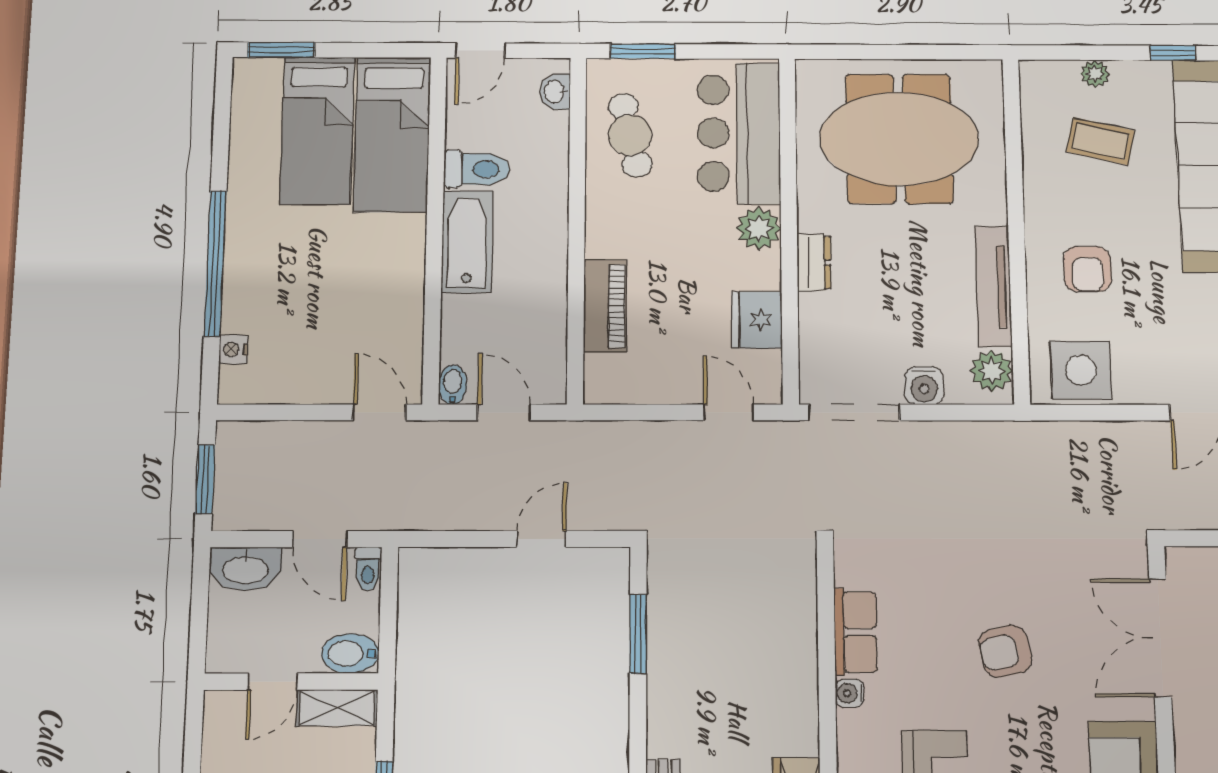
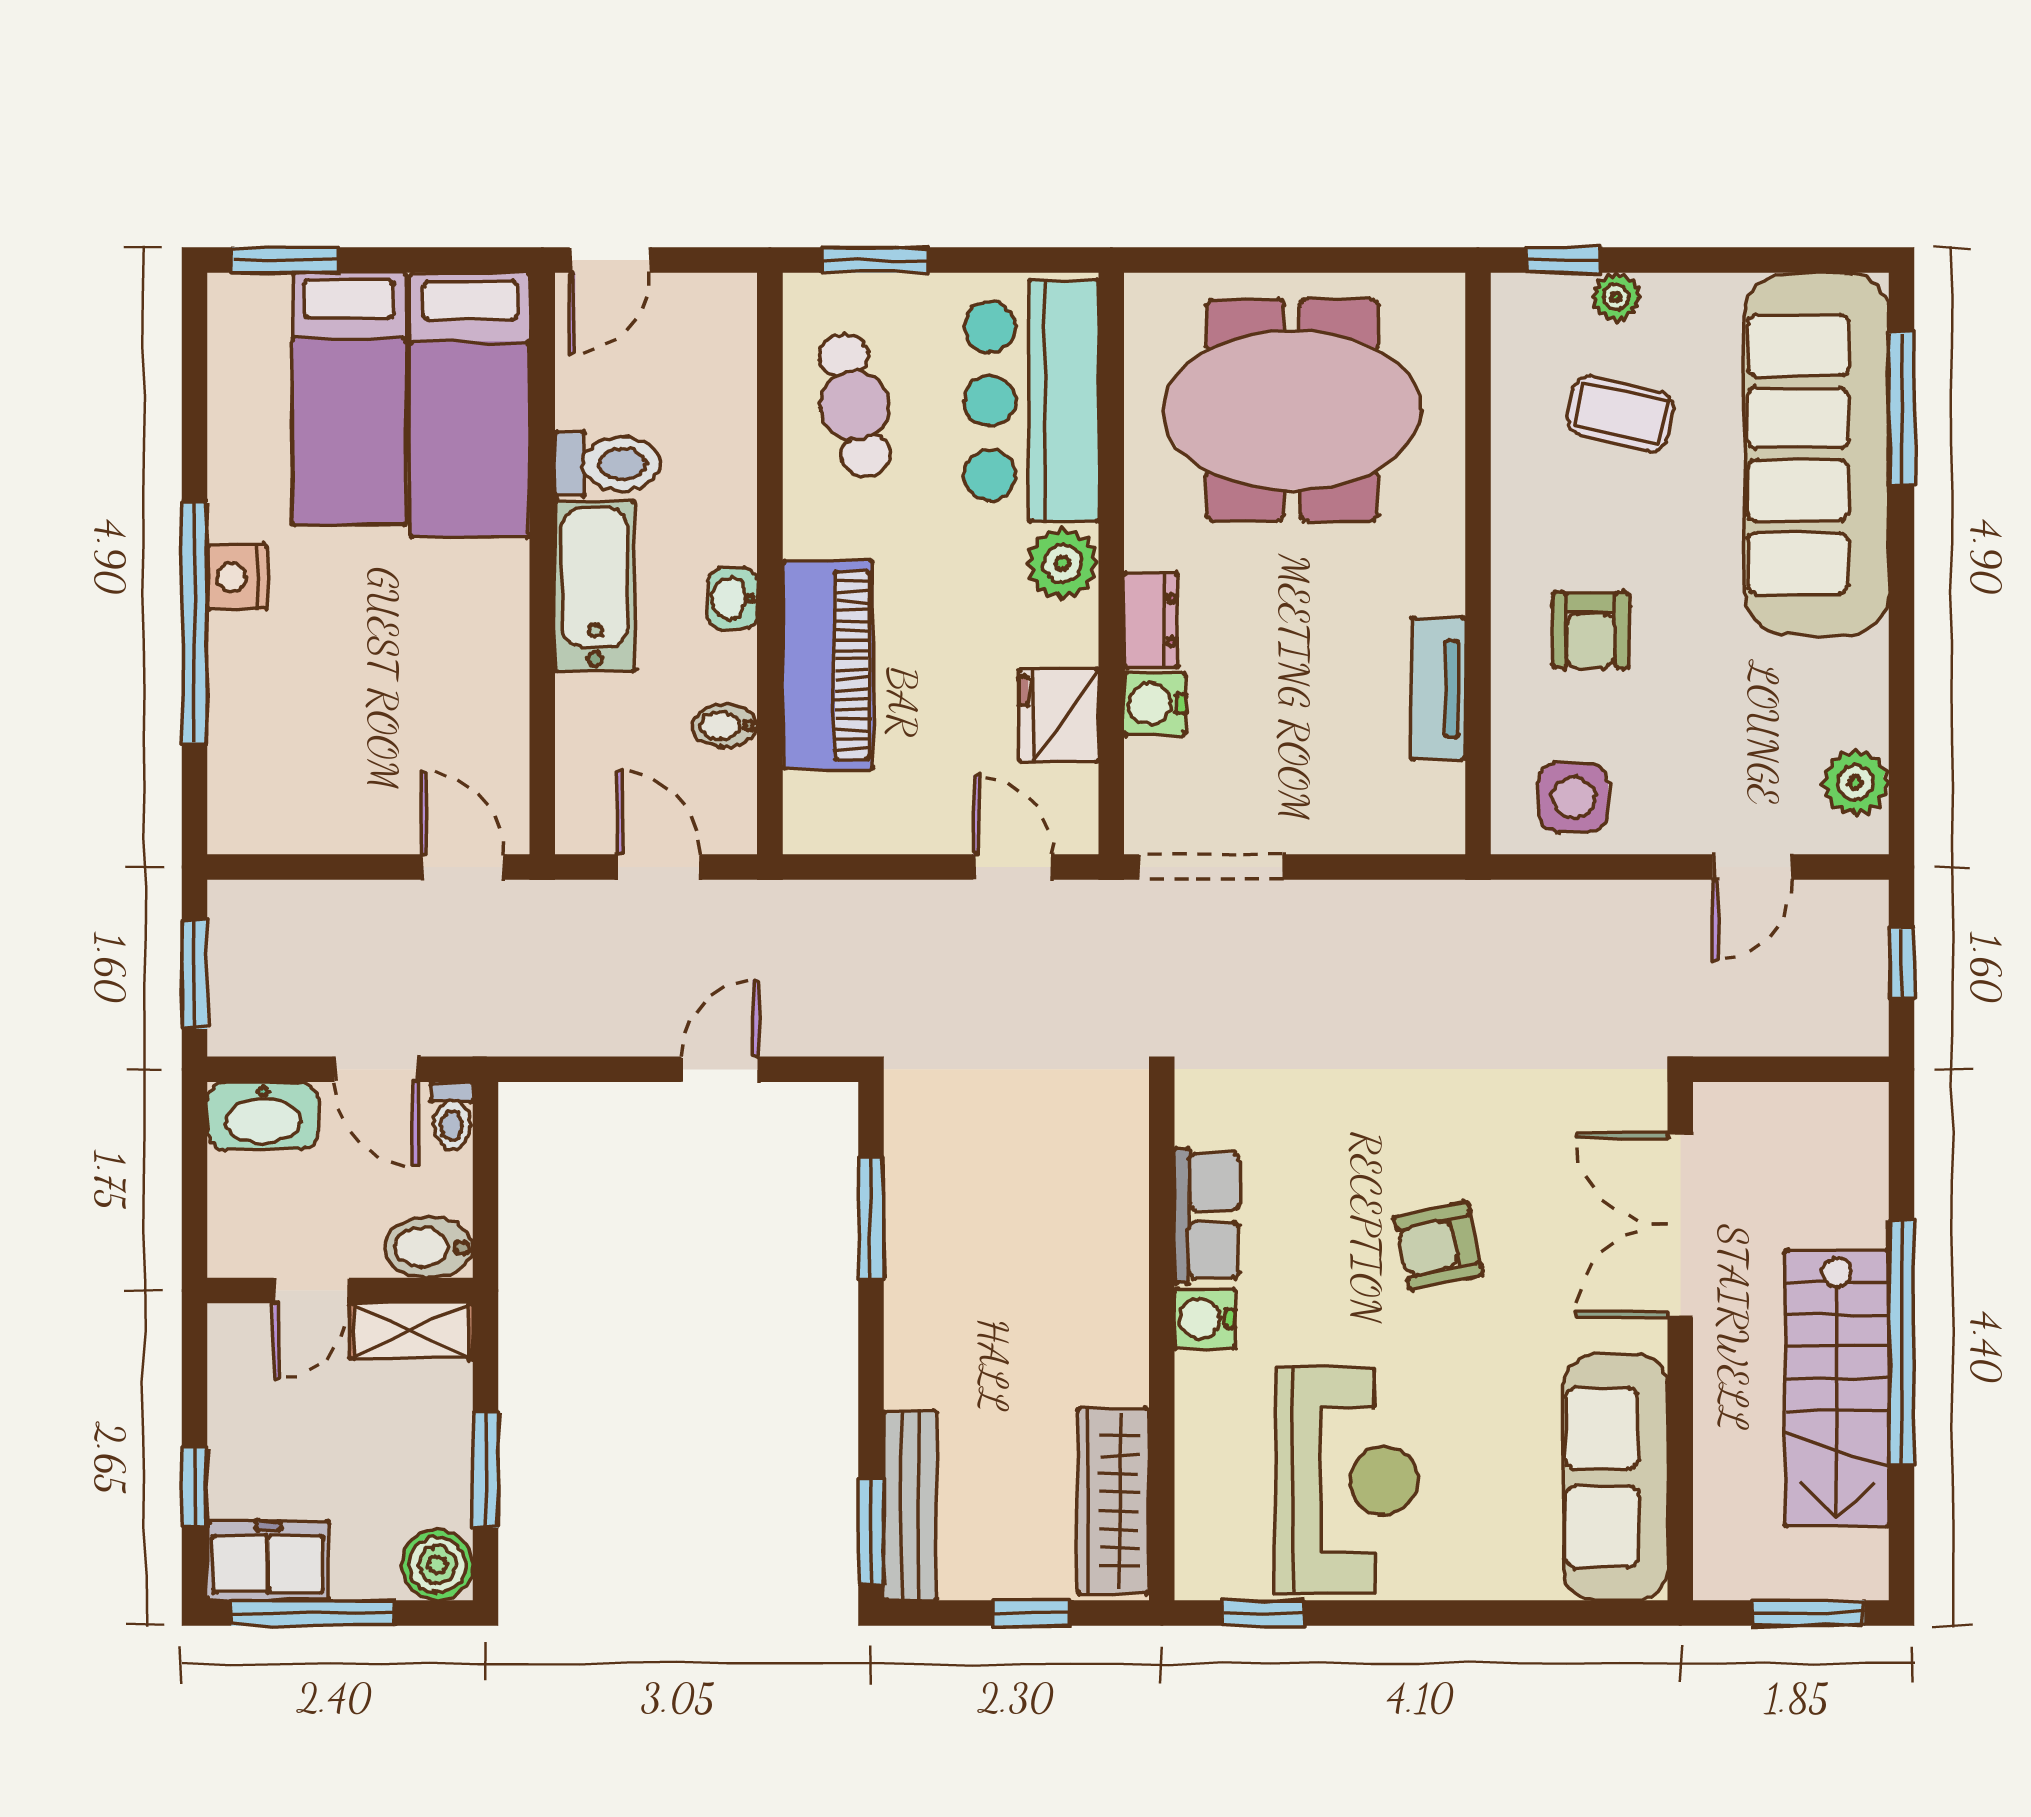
window: (1173, 53) -> (1563, 260), moved
washbasin: (555, 92) -> (732, 599), moved
tv unit: (993, 286) -> (1438, 689), width x0.71
piano: (605, 306) -> (828, 665), width x1.37, depth x1.33
nightstand: (233, 350) -> (237, 577), moved, width x1.39, depth x1.35
side table: (1081, 370) -> (1573, 798), width x0.73, depth x0.73
plant: (992, 371) -> (1431, 799), removed
bidet: (453, 385) -> (725, 725), moved, turned -90
water cooler: (924, 386) -> (1155, 704), moved, turned 90
water cooler: (850, 693) -> (1205, 1319), width x1.38, depth x1.38

